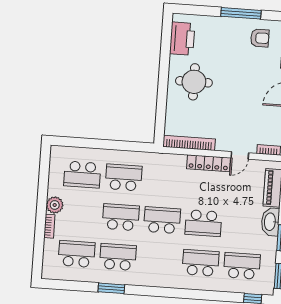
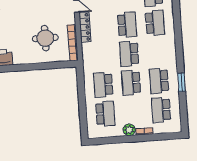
round table: (194, 82) -> (45, 38), moved
school desk: (201, 263) -> (155, 23), turned 180

